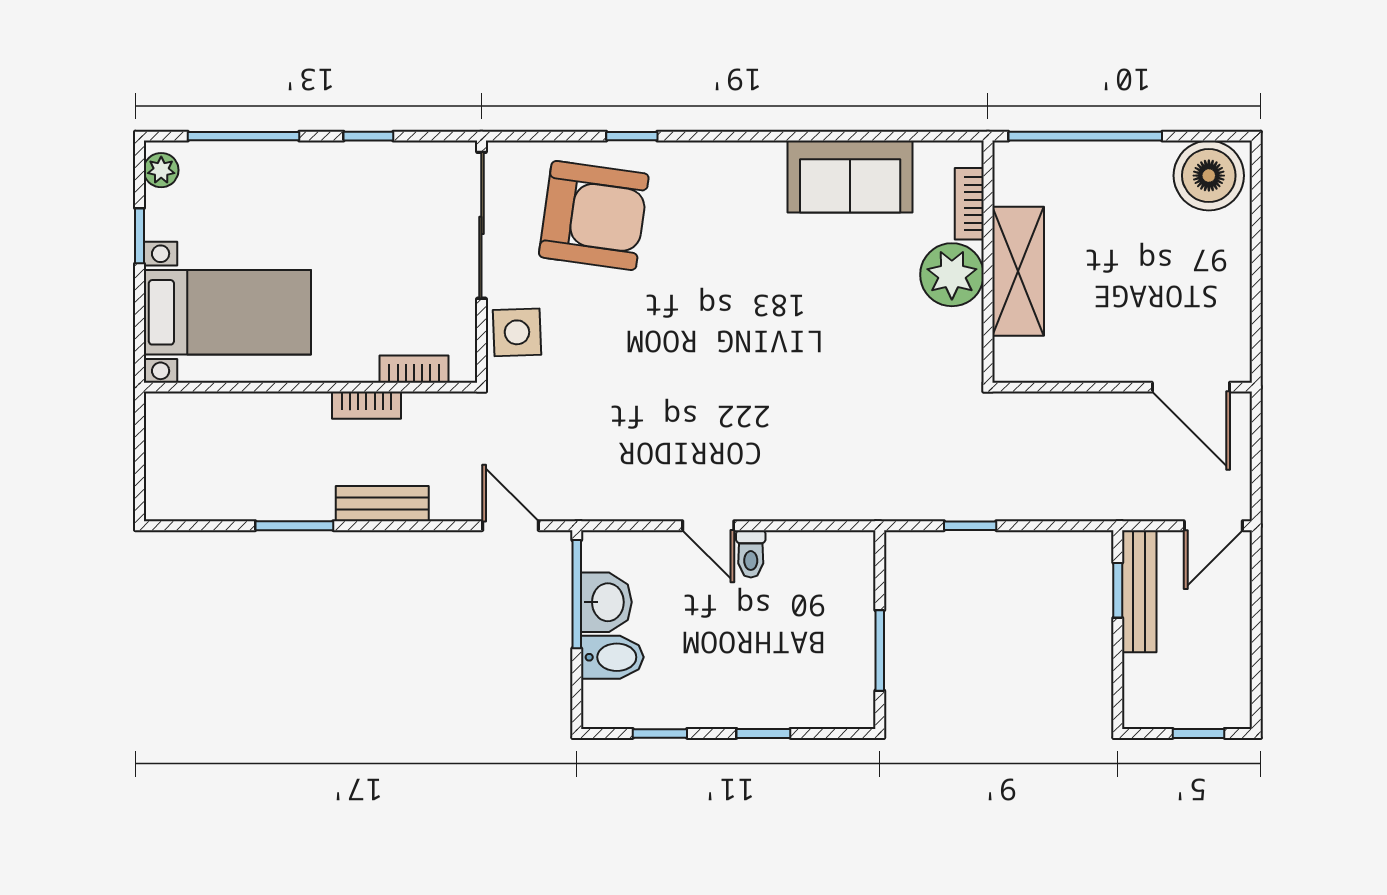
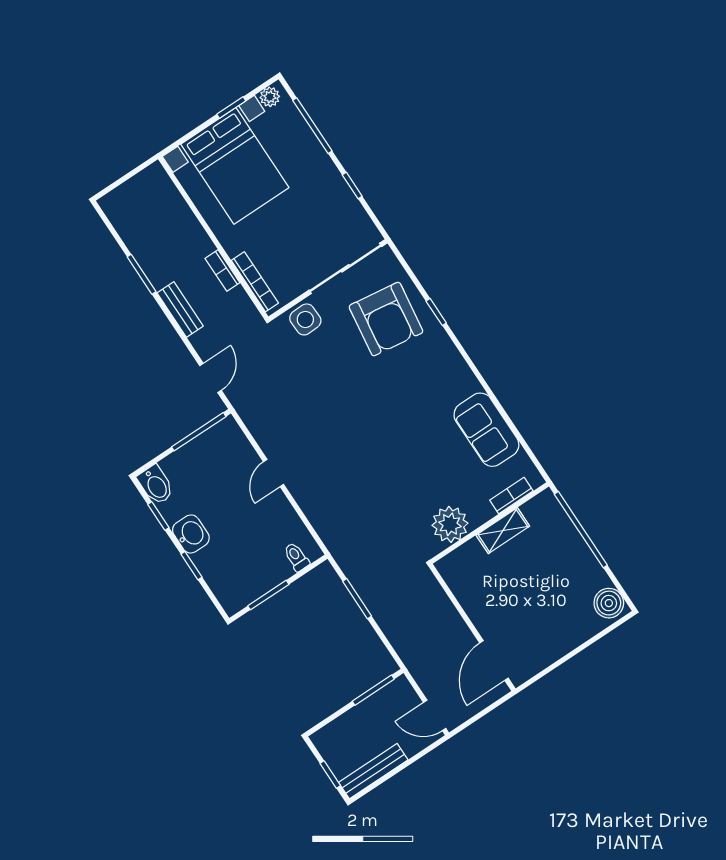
boiler: (1209, 176) -> (609, 603), width x0.73, depth x0.73
shelving: (1018, 271) -> (503, 531), width x0.67, depth x0.75
plant: (952, 275) -> (450, 524), moved
bed with nightstands: (227, 312) -> (235, 166), width x1.36
bookcase: (414, 369) -> (255, 282), width x1.56
window: (970, 526) -> (357, 599), width x1.50
toilet: (751, 554) -> (296, 557), moved, turned 90
window: (1118, 590) -> (373, 690), width x1.50
bench: (1139, 591) -> (373, 771), moved
washbasin: (606, 602) -> (191, 534), moved, turned -90
bidet: (612, 657) -> (156, 485), moved

